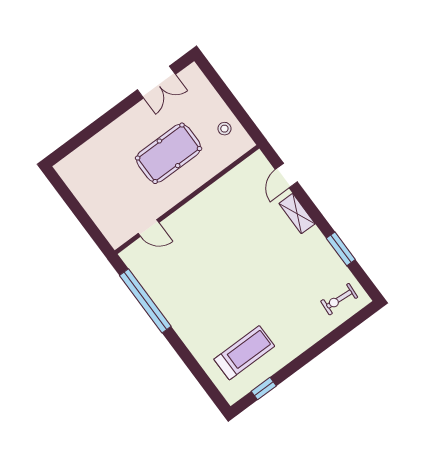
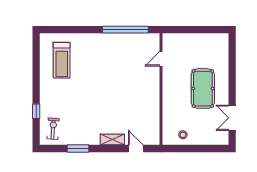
pool table: (169, 153) -> (203, 89), moved
window: (264, 389) -> (36, 111), moved

